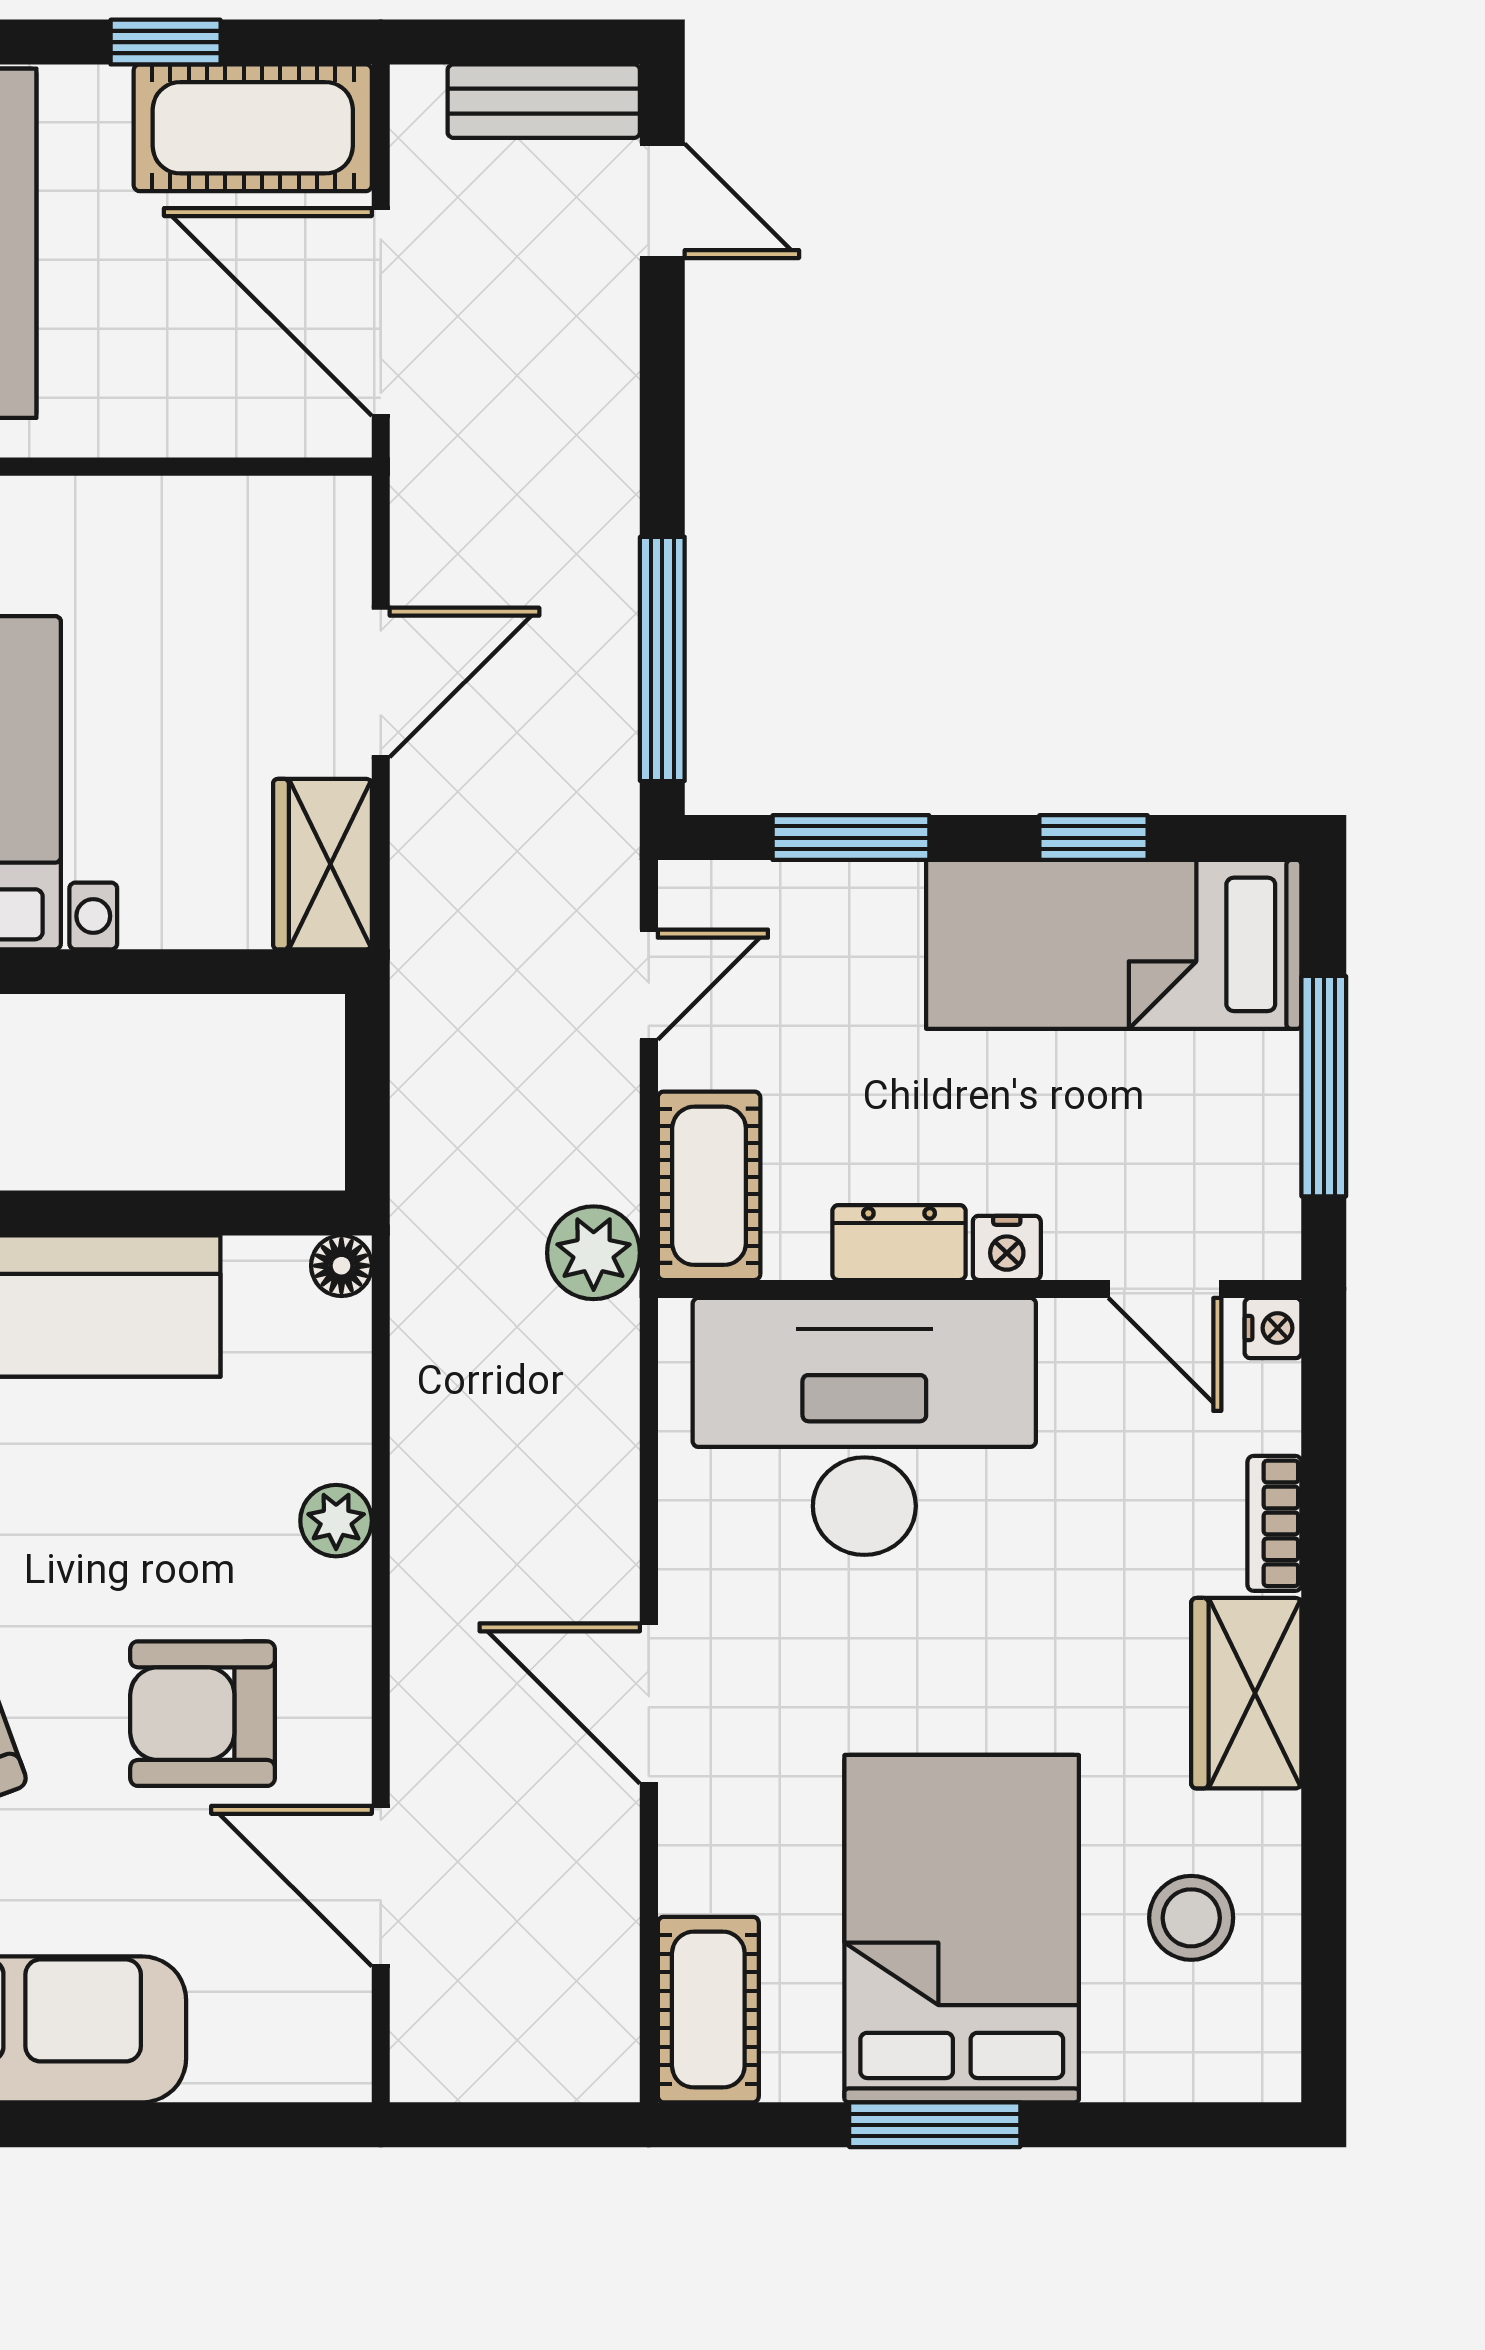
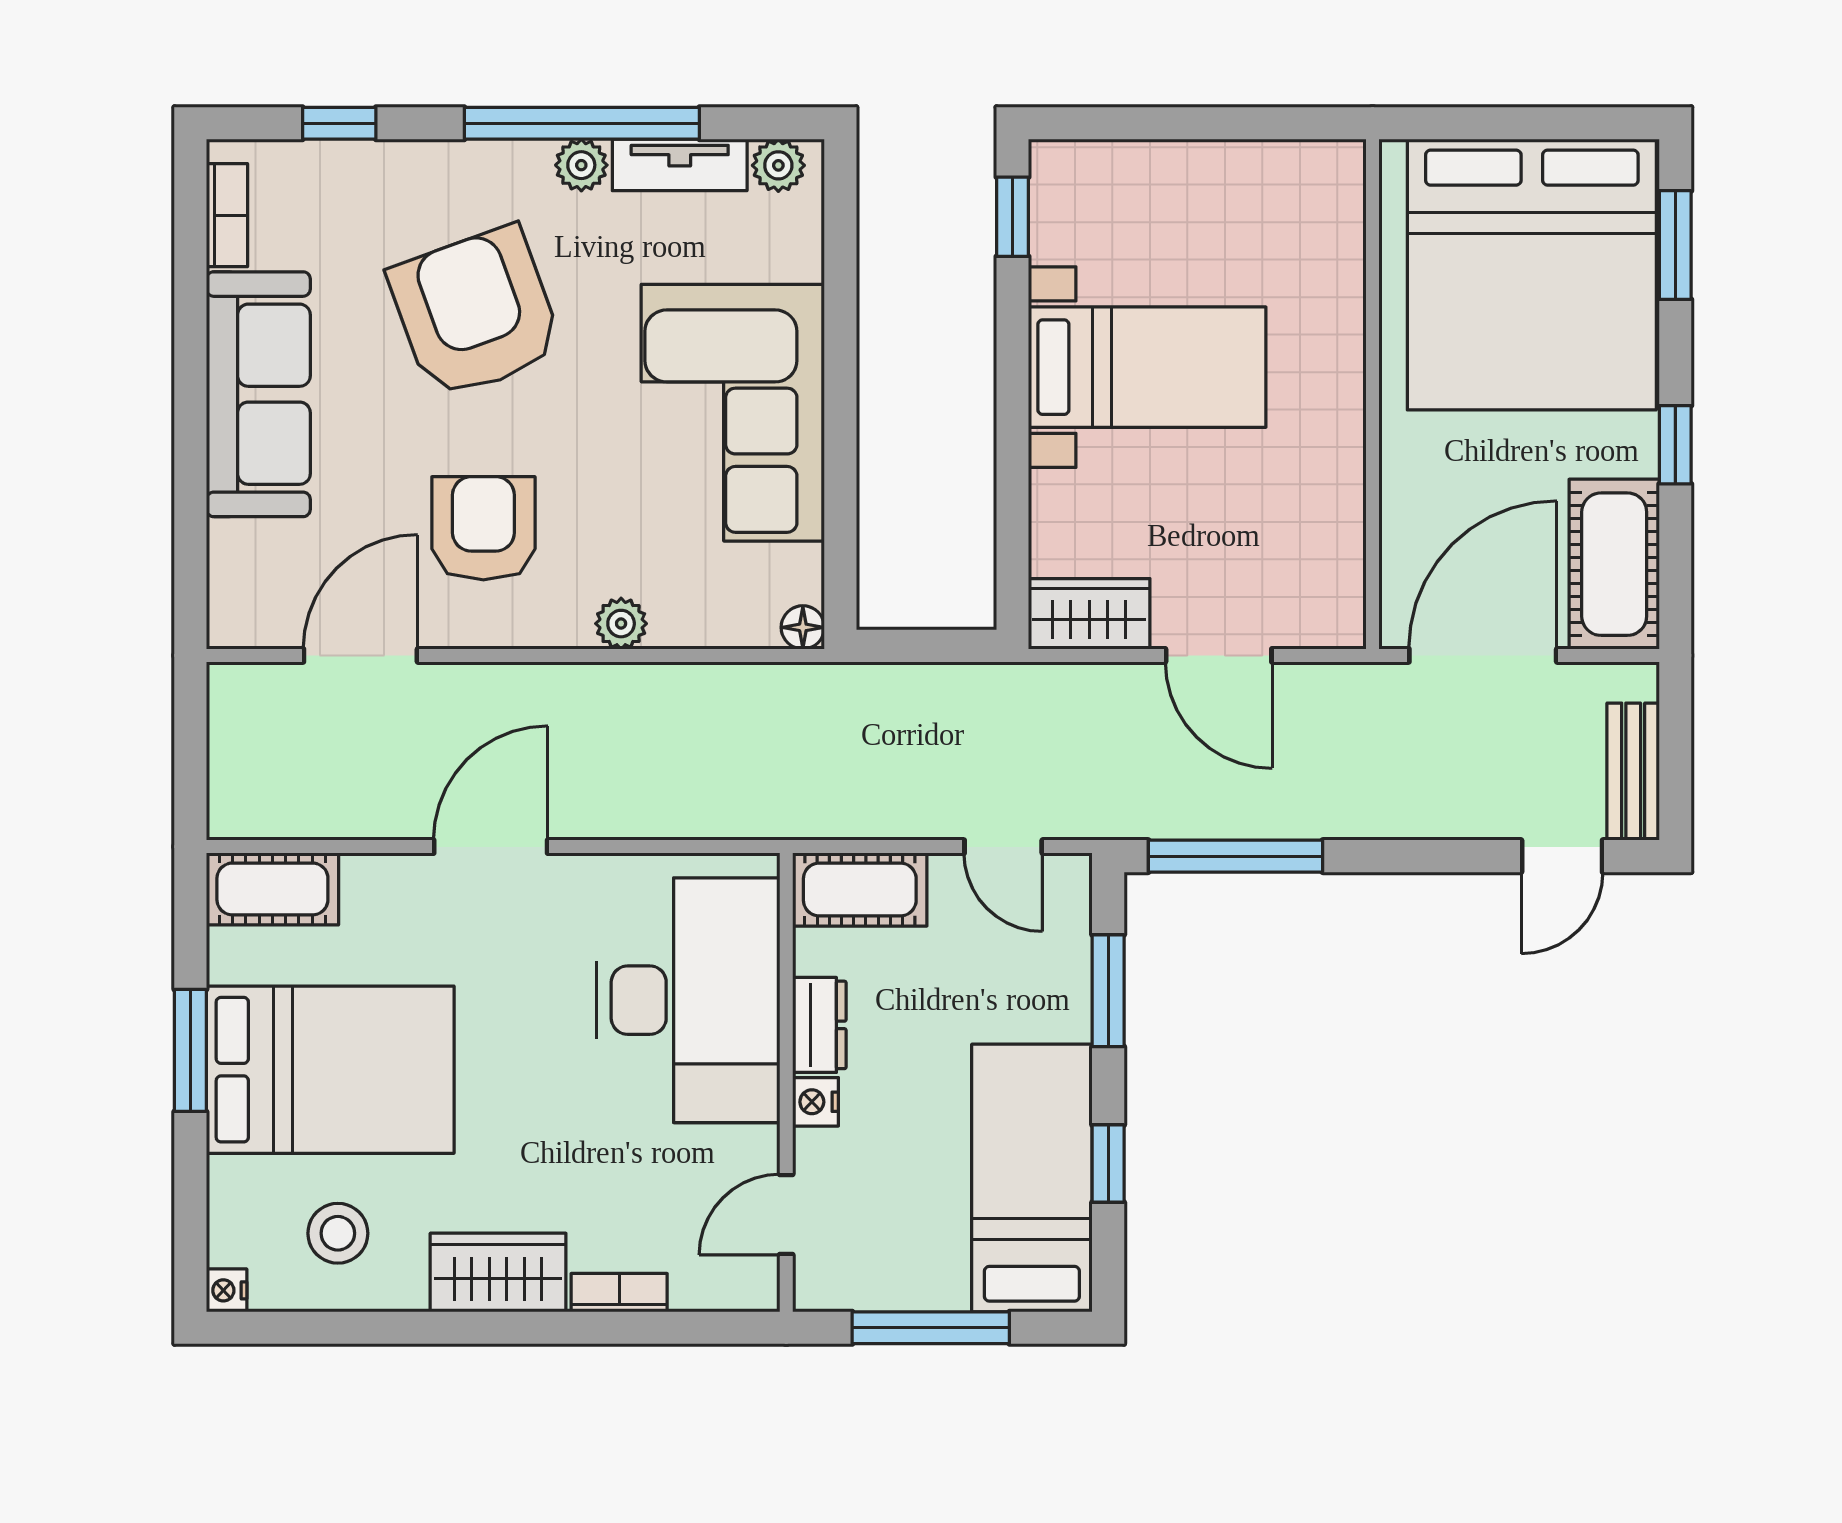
window: (166, 42) -> (1675, 445), moved
plant: (594, 1253) -> (812, 807), removed
nightstand: (1273, 1328) -> (227, 1290), moved, turned 90

